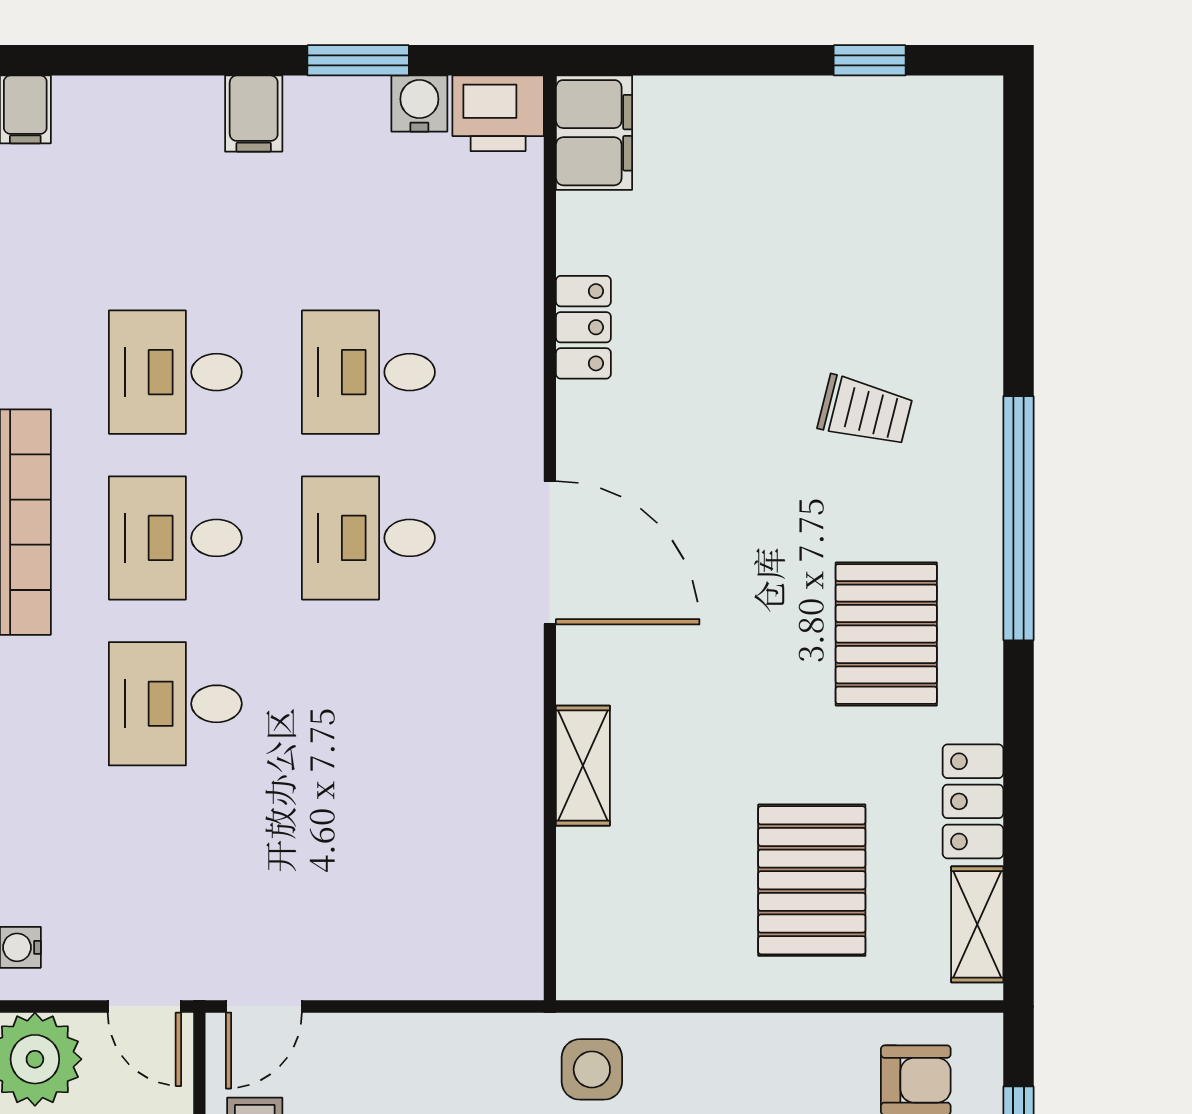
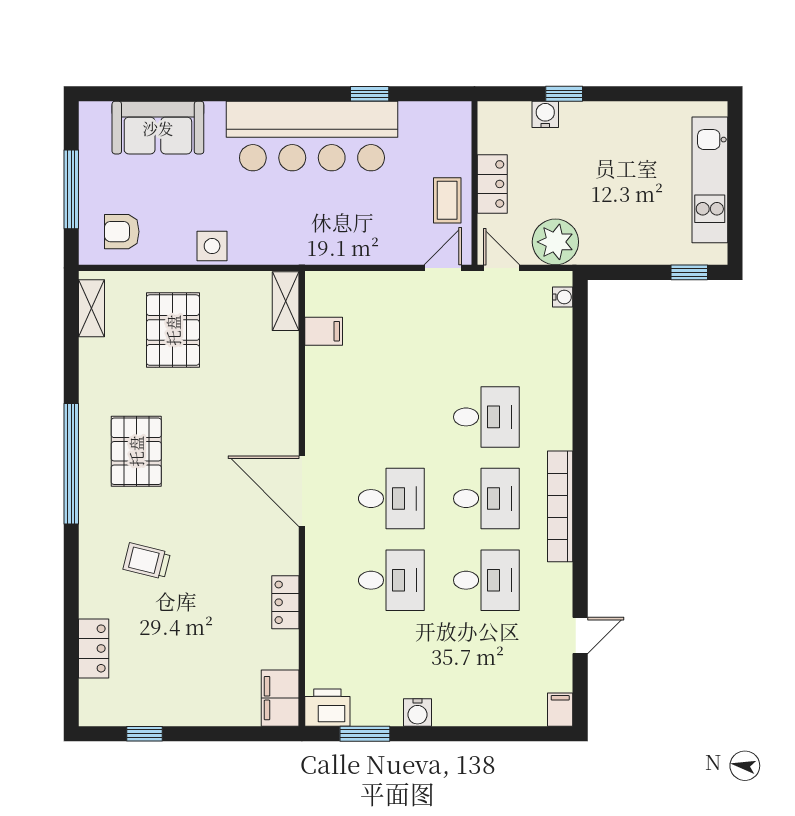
window: (358, 60) -> (365, 734), moved
water cooler: (419, 104) -> (417, 712), moved
filing cabinet: (254, 114) -> (324, 331), moved, turned 90
window: (1018, 518) -> (71, 464), moved
shelving: (583, 766) -> (286, 301), moved
locker: (973, 801) -> (94, 648), moved
side table: (592, 1069) -> (212, 246), moved

